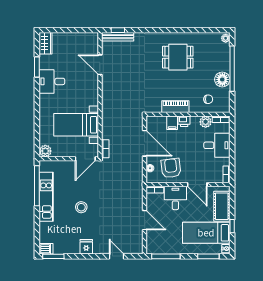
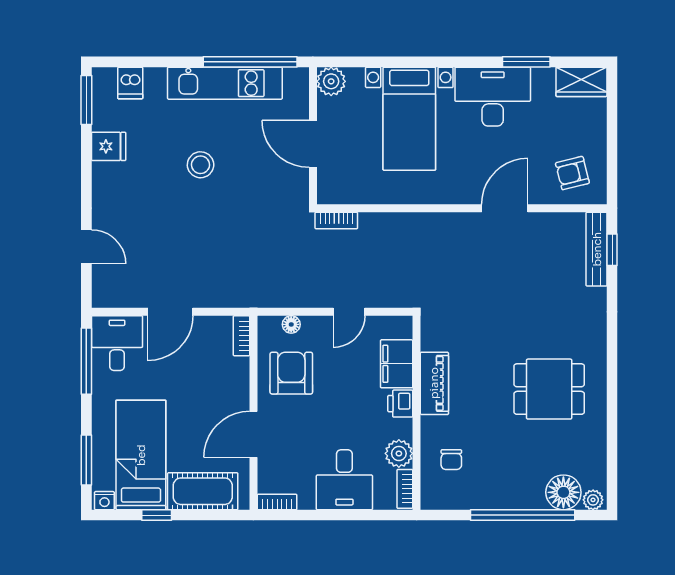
armchair: (85, 47) -> (572, 173), added
dining table: (178, 57) -> (549, 389), turned 90
door: (100, 65) -> (505, 208), moved
floor lamp: (222, 79) -> (563, 492), moved
desk: (52, 81) -> (493, 97), width x1.37
filing cabinet: (172, 123) -> (397, 364), width x2.00
bed with nightstands: (76, 125) -> (409, 119), moved, turned 180
door: (145, 143) -> (349, 312), width x0.53
door: (85, 159) -> (313, 144), moved
armchair: (171, 168) -> (291, 373), turned -83
desk: (175, 198) -> (117, 343), moved, turned -90
fridge: (86, 247) -> (109, 146), moved
dishwasher: (46, 249) -> (130, 83), moved
door: (117, 256) -> (86, 247), hinge flipped

